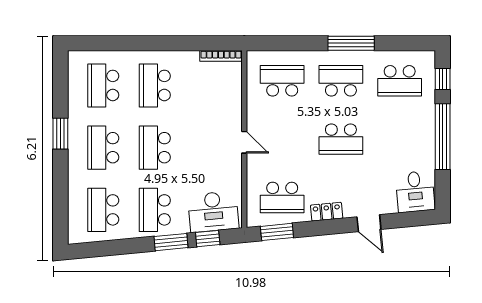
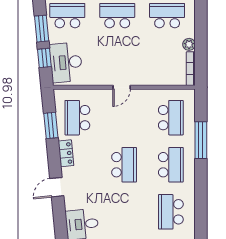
window: (351, 43) -> (201, 140), moved
plant: (191, 58) -> (189, 44), added
school desk: (341, 139) -> (124, 165), turned 180
window: (277, 232) -> (51, 125), moved

